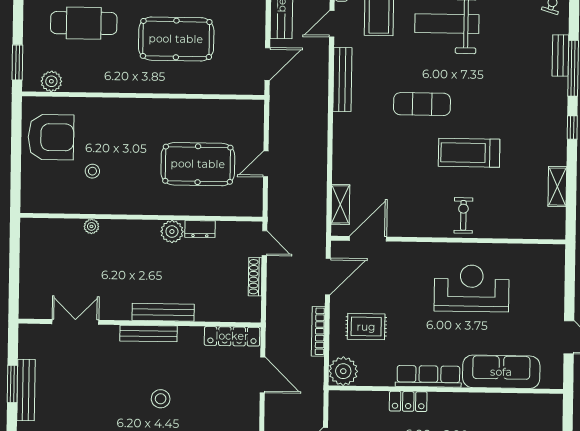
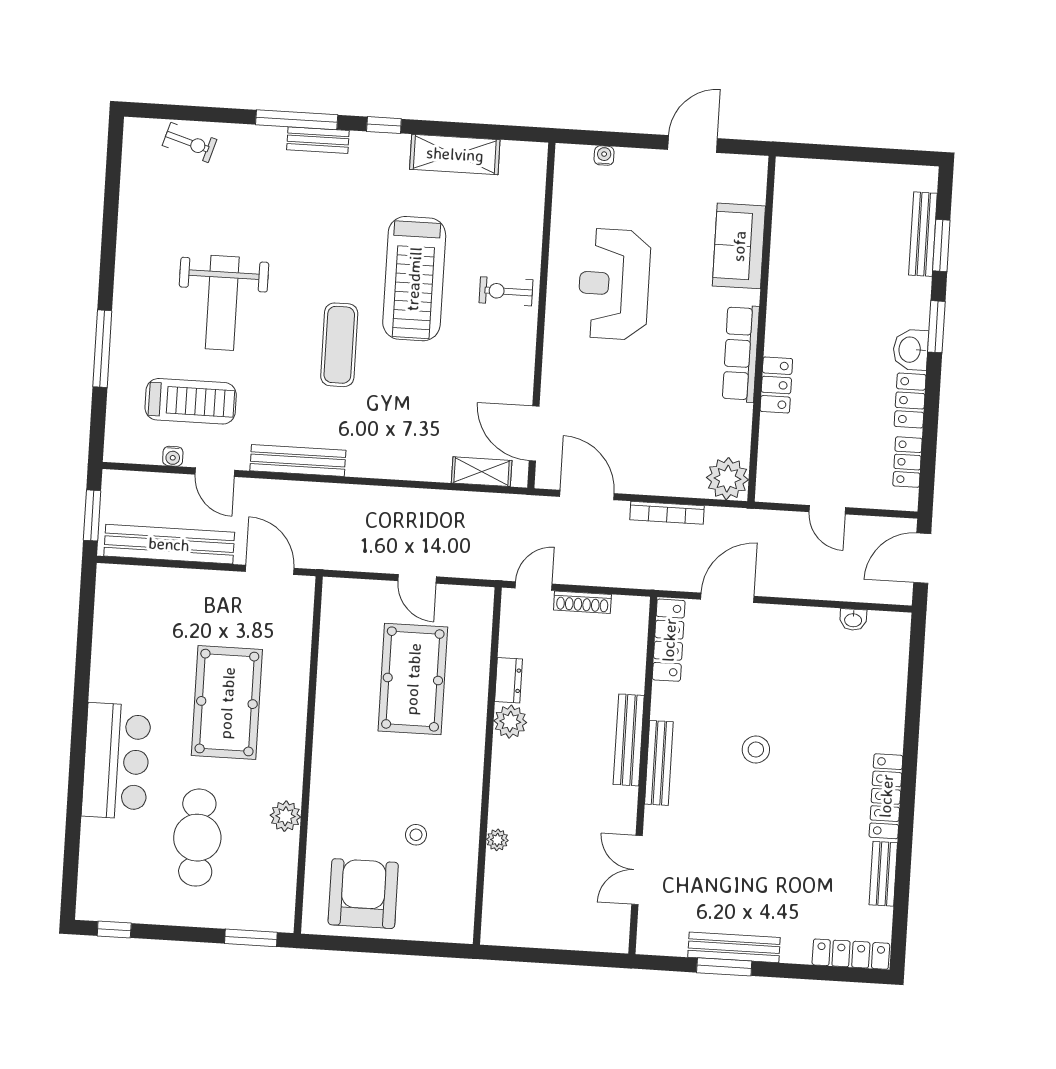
bench: (560, 55) -> (318, 140), moved
plant: (51, 81) -> (285, 816), moved
treadmill: (469, 153) -> (414, 279), width x1.37, depth x1.38
shelving: (557, 187) -> (455, 154), width x1.50, depth x1.33
water cooler: (558, 278) -> (604, 156), added
rug: (366, 327) -> (663, 442), removed
sofa: (501, 372) -> (739, 246), width x0.73

